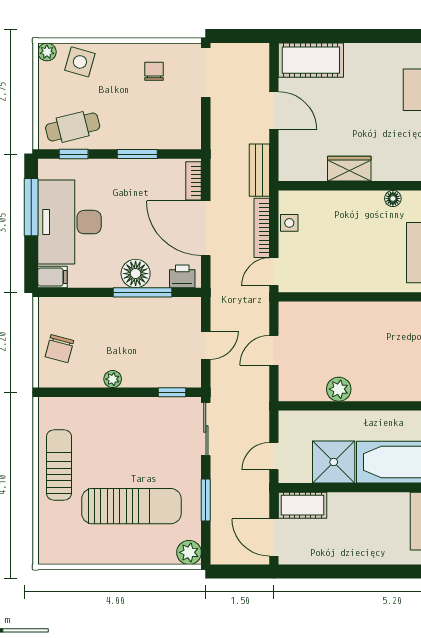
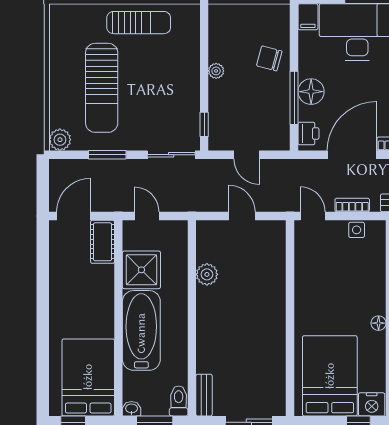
bookcase: (262, 228) -> (352, 205), width x0.64
chair: (59, 349) -> (269, 58), moved

